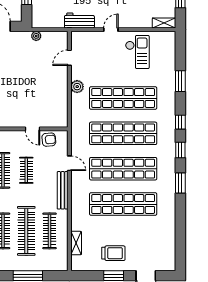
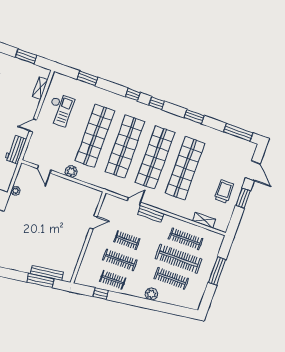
shelving: (164, 23) -> (40, 88), moved
door: (111, 30) -> (33, 126), hinge flipped
checkout: (137, 52) -> (60, 110), turned 90
window: (180, 81) -> (87, 78), moved
armchair: (49, 140) -> (108, 212), removed
window: (180, 183) -> (194, 117), moved
bench: (63, 190) -> (151, 214), width x0.73
window: (180, 246) -> (238, 132), added

